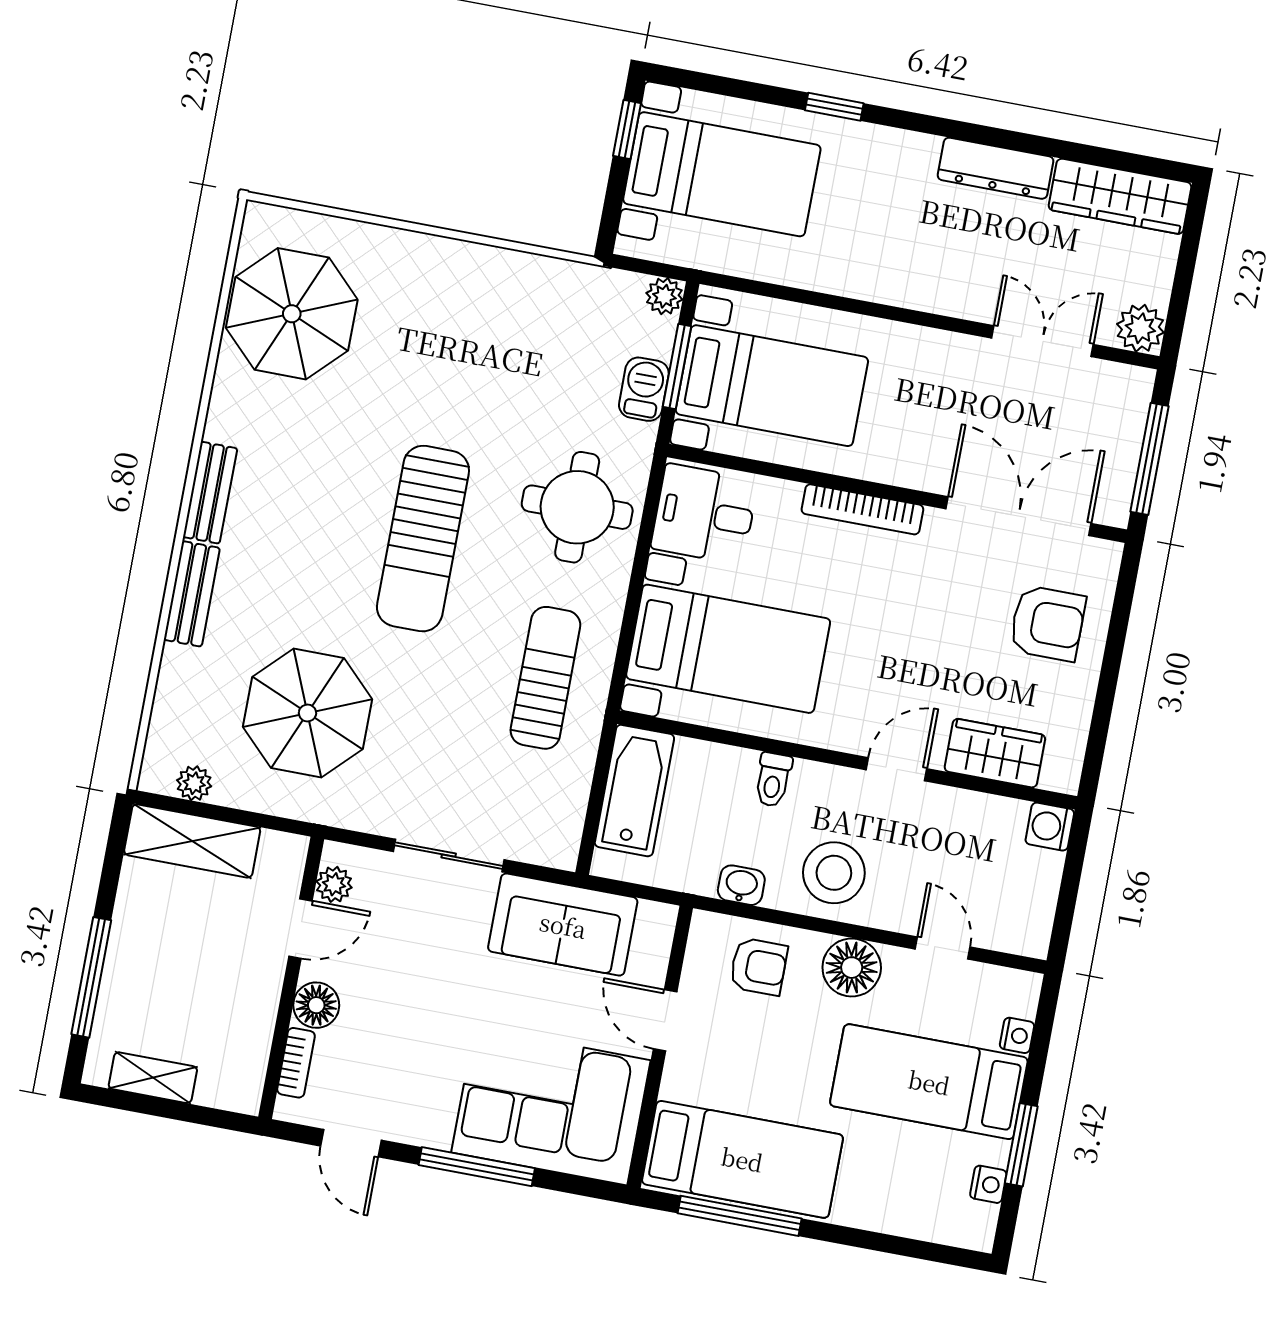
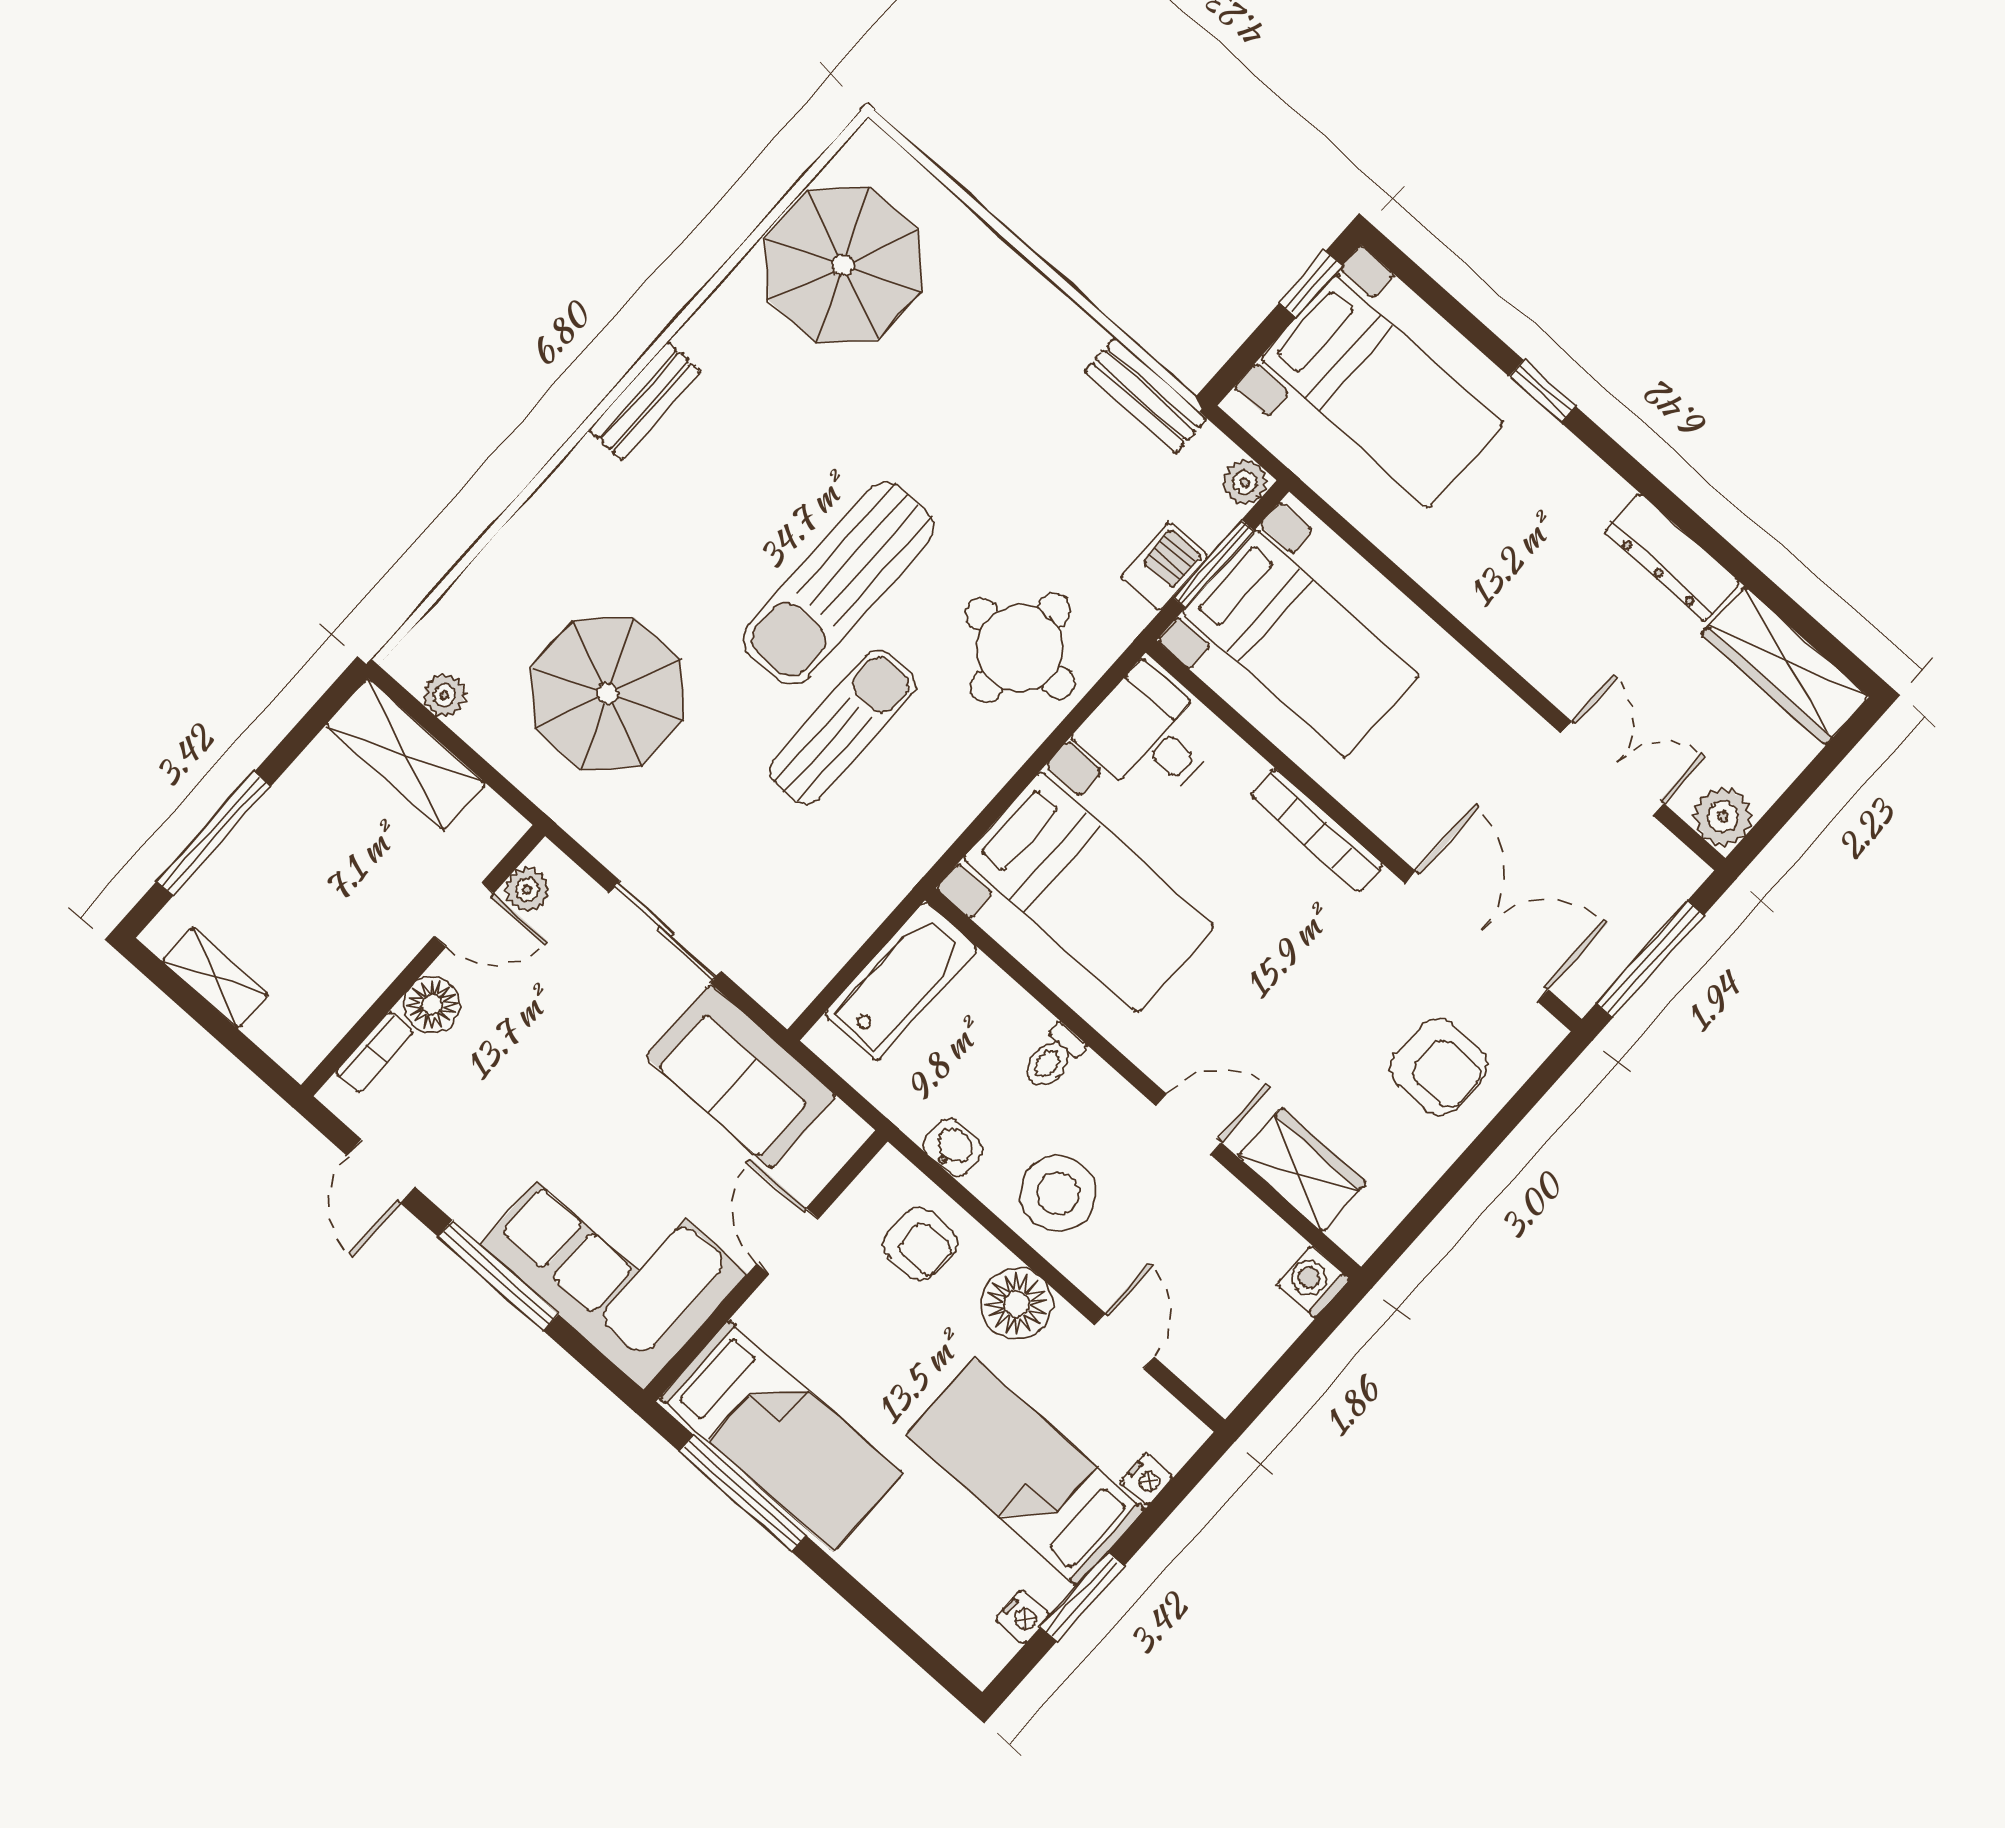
bench: (192, 594) -> (1146, 395), moved, turned 90
sun lounger: (545, 678) -> (843, 728), moved

